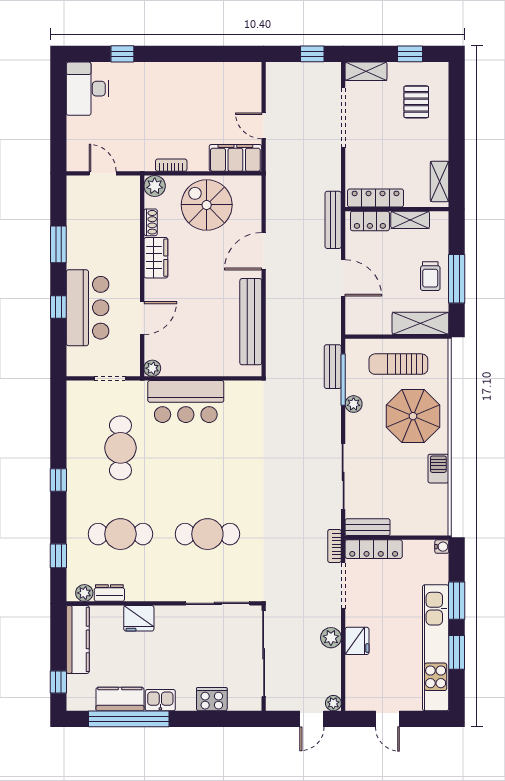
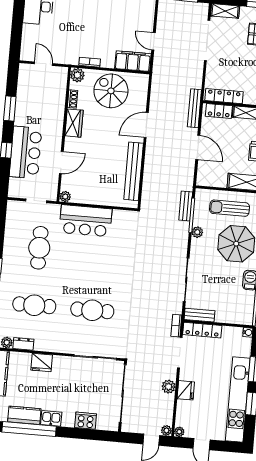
plant: (353, 703) -> (179, 432), added

